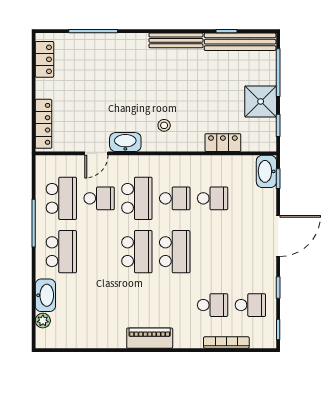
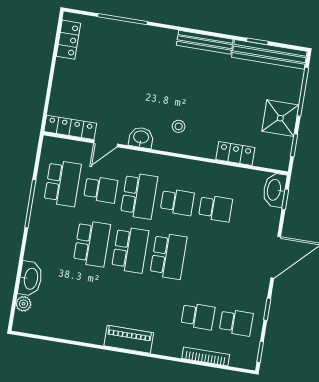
locker: (43, 124) -> (70, 127), moved, turned -90
washbasin: (125, 142) -> (141, 138), width x0.72
school desk: (61, 252) -> (92, 243), moved

